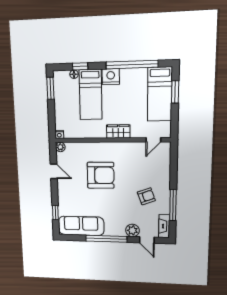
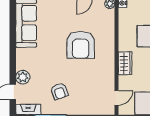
door: (153, 140) -> (117, 98), swing flipped
window: (106, 239) -> (13, 50), removed

